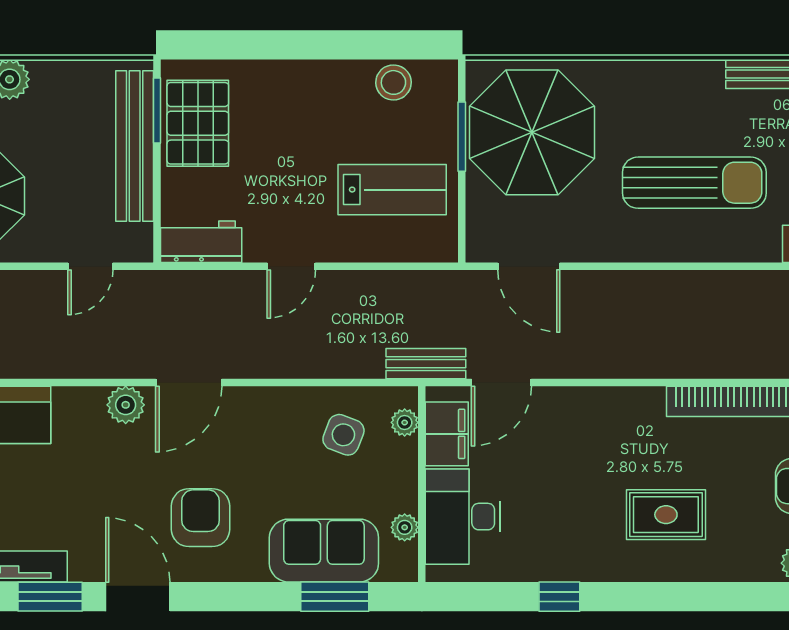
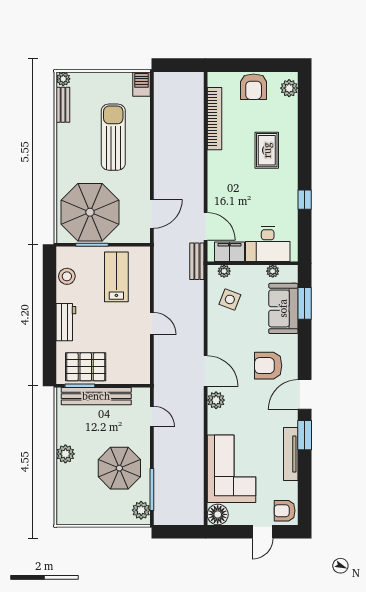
workbench: (201, 242) -> (66, 322), moved, turned 180

